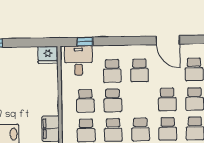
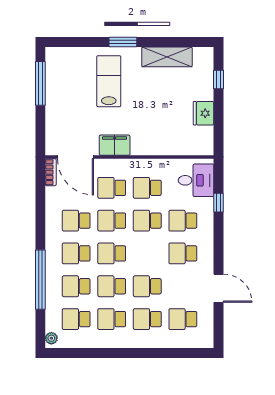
door: (168, 40) -> (219, 288), swing flipped
window: (85, 42) -> (219, 203), moved
fridge: (48, 55) -> (204, 113), moved

